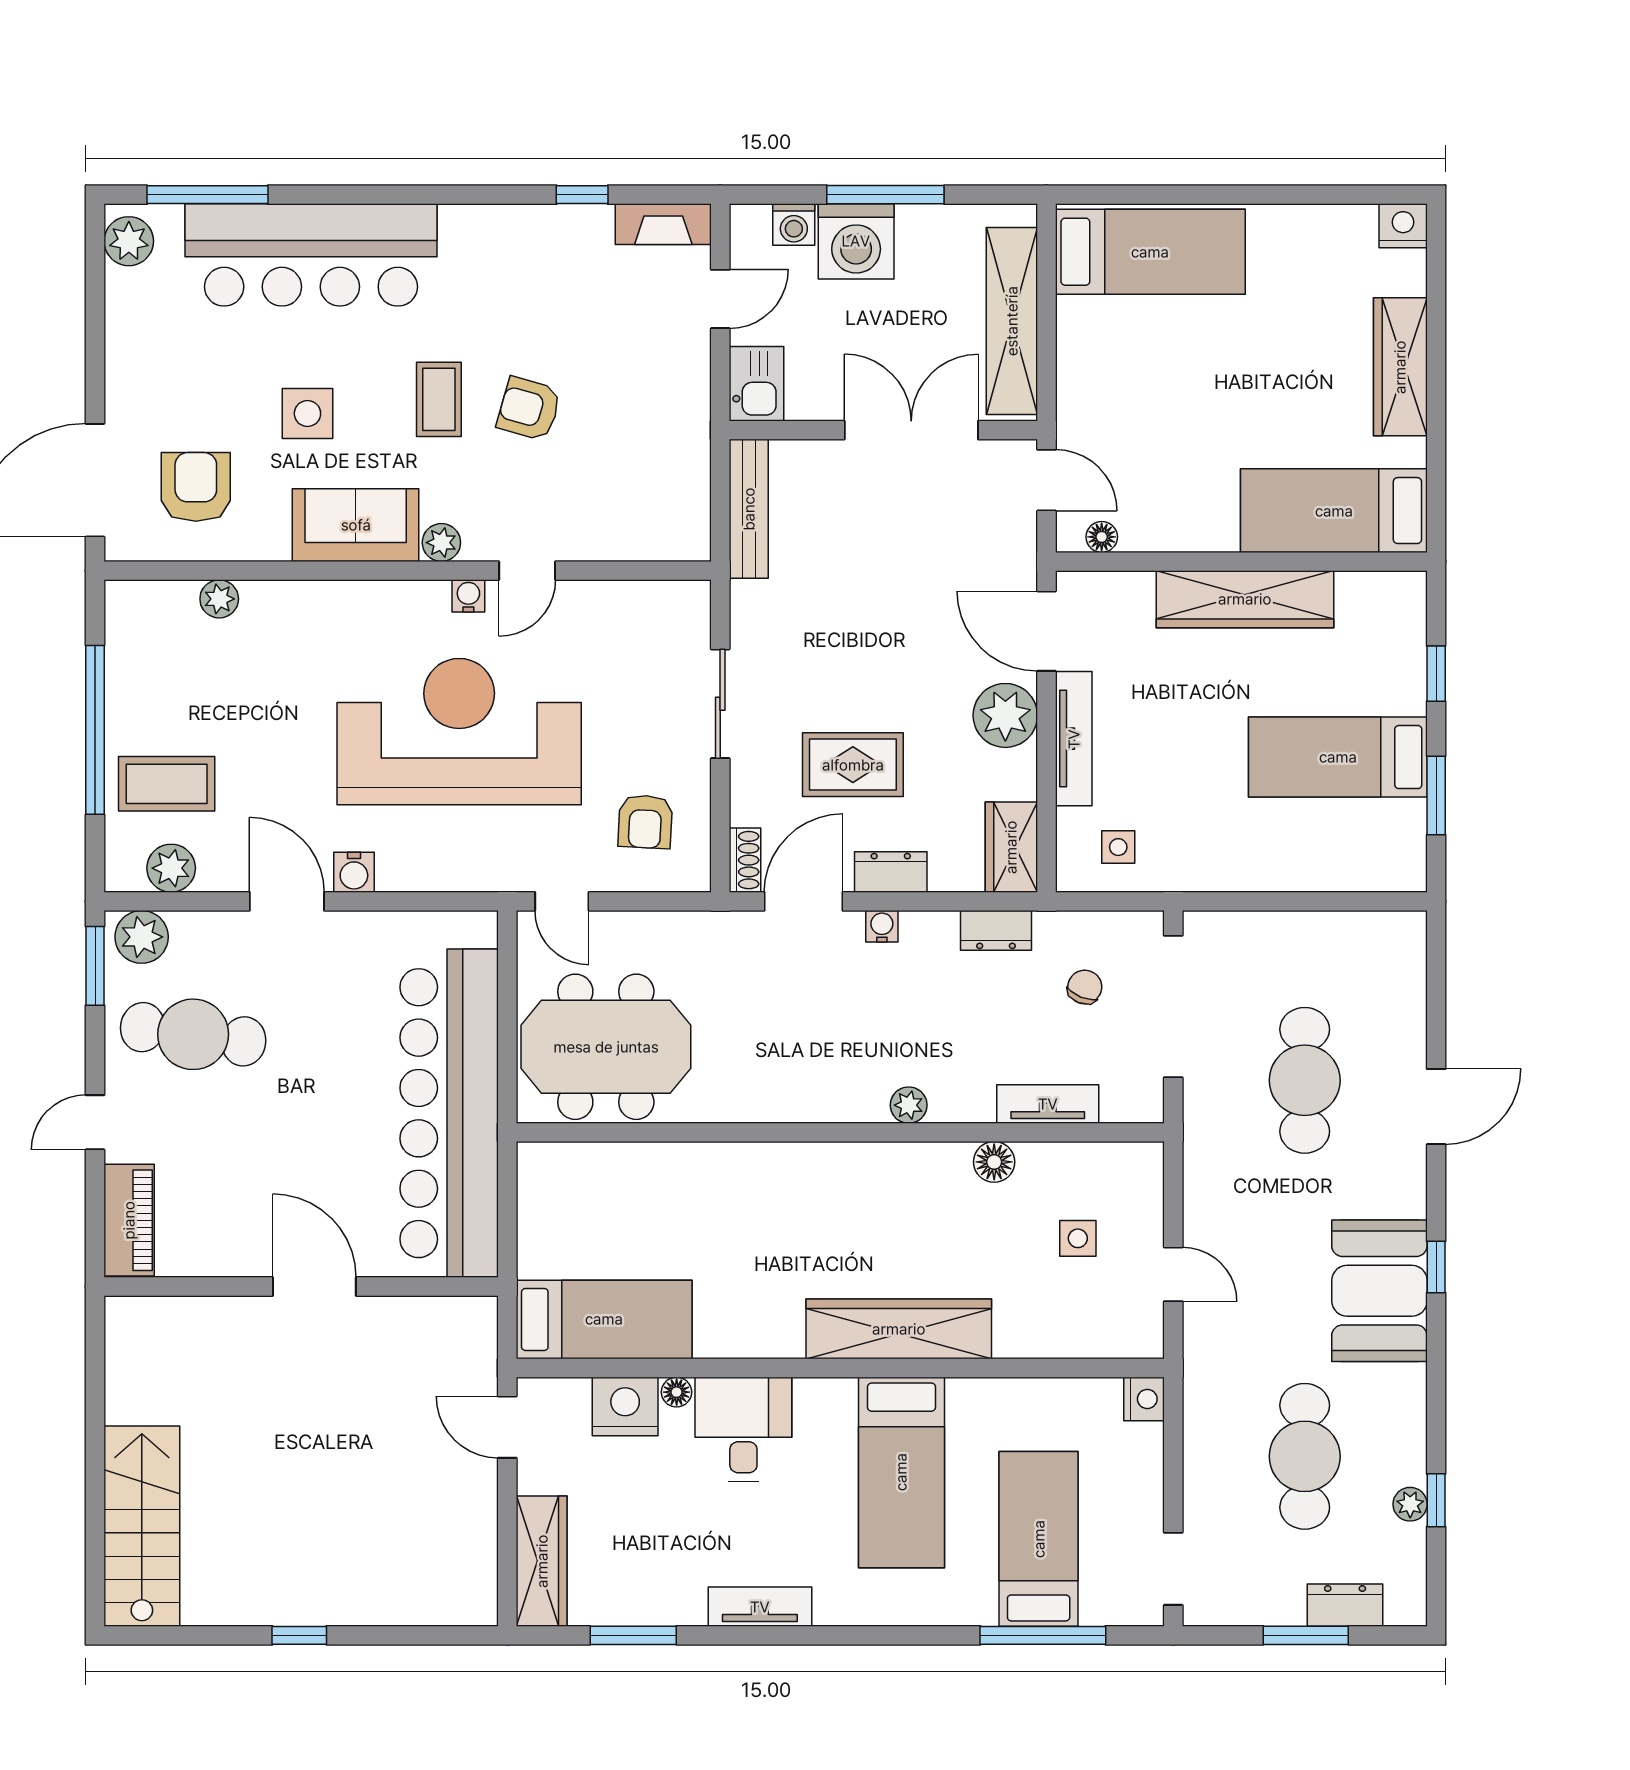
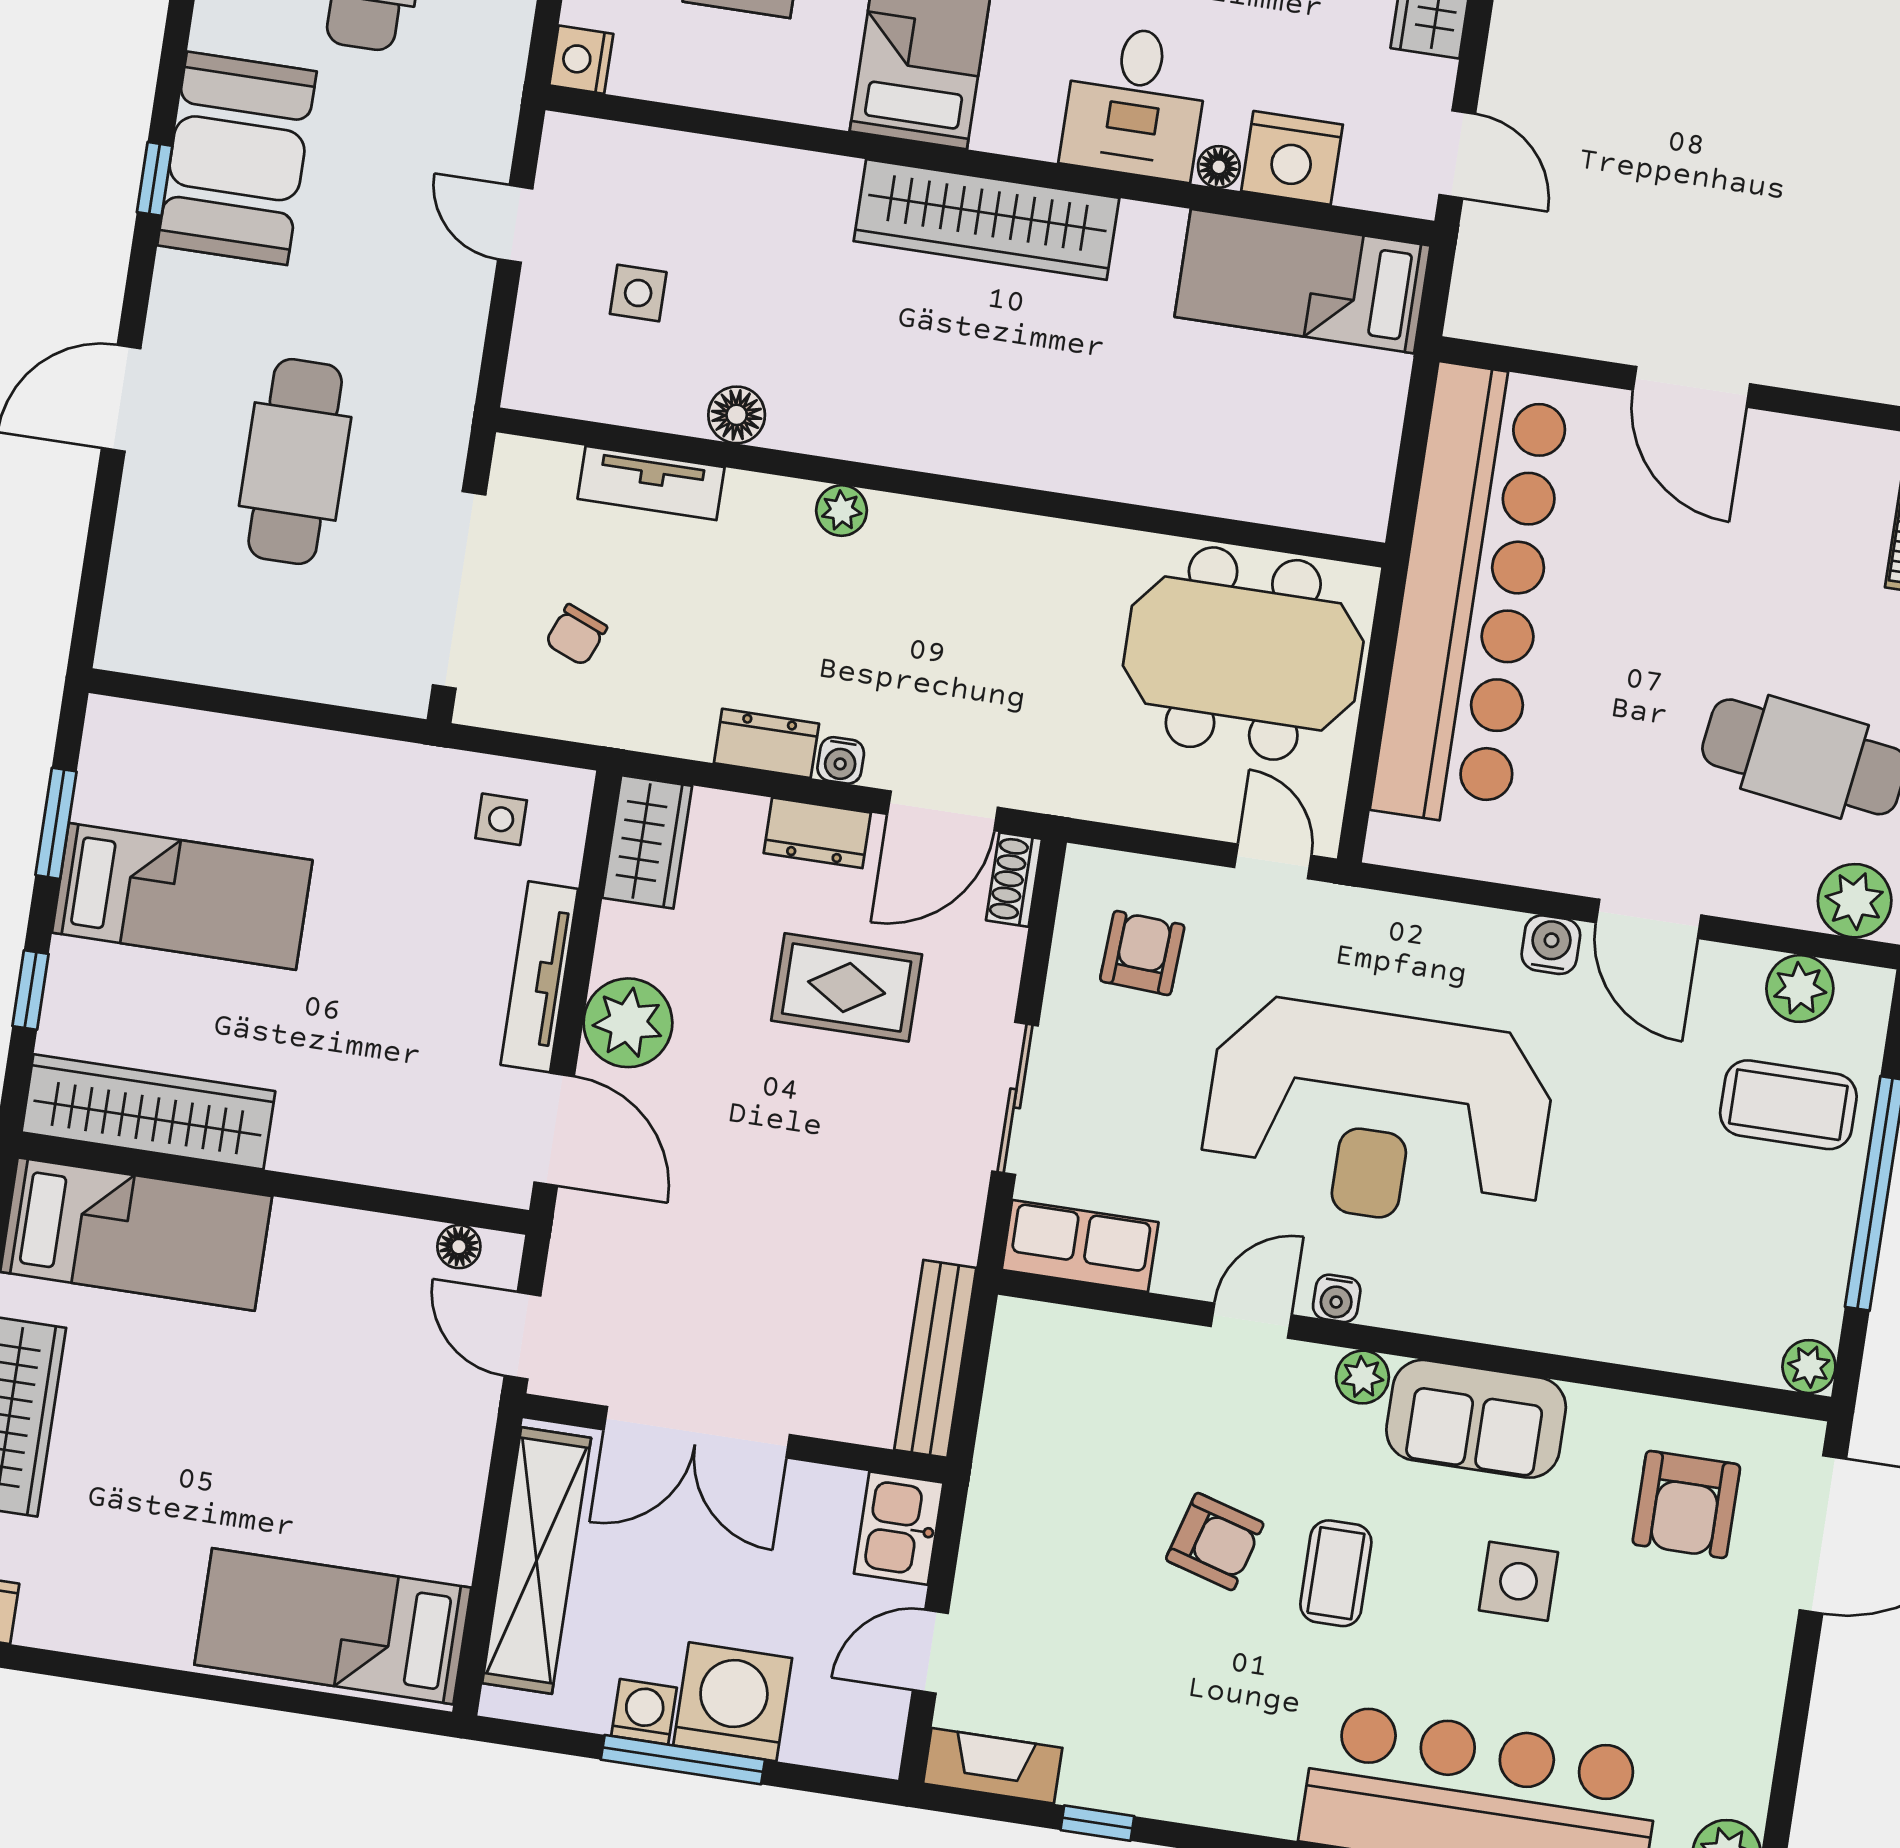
washing machine: (794, 225) -> (644, 1712), moved
plant: (219, 599) -> (1809, 1367), moved
wardrobe: (1245, 599) -> (148, 1112), moved
row of seats: (658, 605) -> (1080, 1246), added
dresser: (996, 930) -> (766, 743), moved
wardrobe: (899, 1329) -> (986, 220), moved

